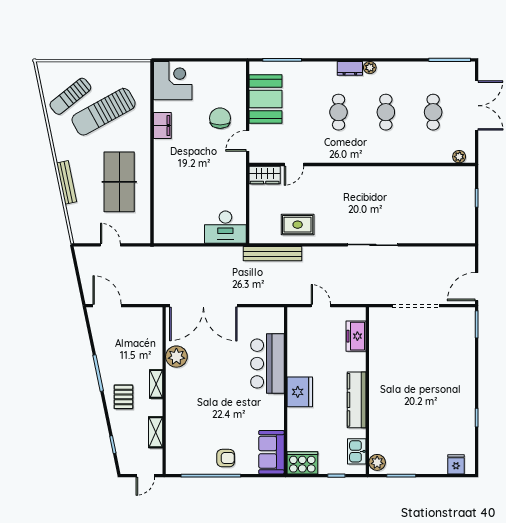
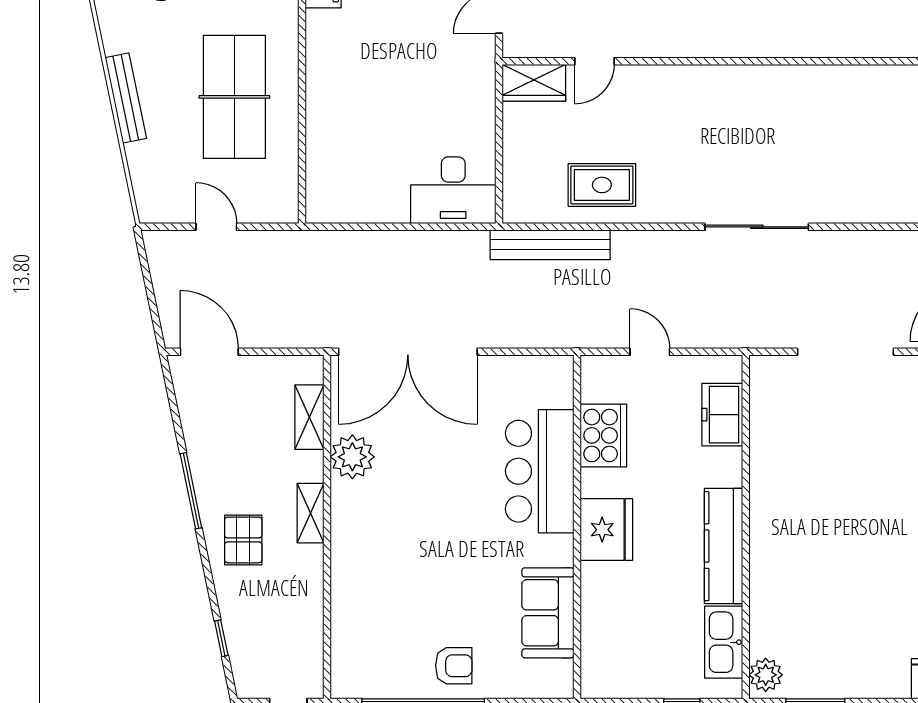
shelving: (156, 432) -> (309, 417), moved
kitchen sink: (357, 451) -> (724, 642), width x1.38
sofa: (271, 452) -> (548, 613), moved
cooker: (302, 463) -> (603, 435), moved, turned 90

